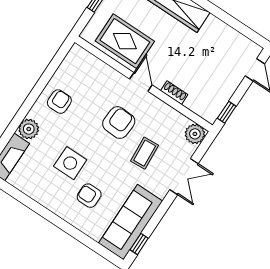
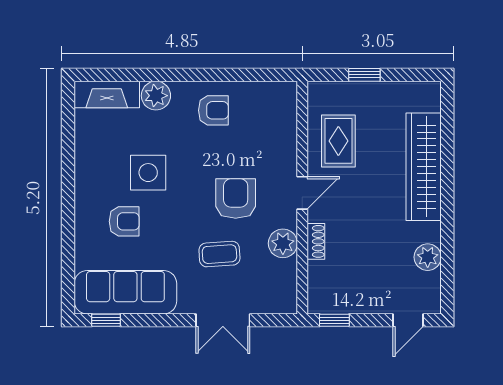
plant: (226, 34) -> (428, 257), added
rug: (125, 41) -> (338, 141), width x0.73, depth x0.70
armchair: (119, 123) -> (236, 199), turned -93
plant: (195, 134) -> (283, 243), moved
armchair: (89, 196) -> (124, 221), turned 90

